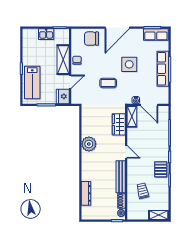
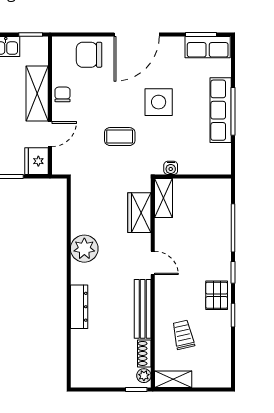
door: (149, 105) -> (196, 177), removed
dresser: (86, 193) -> (79, 307), moved
shelving: (159, 215) -> (173, 379), moved

